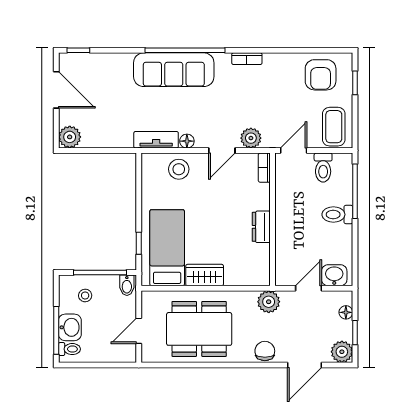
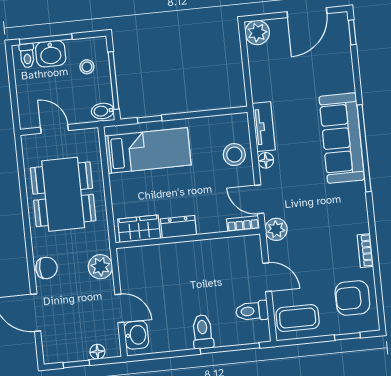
bookcase: (247, 59) -> (365, 251), moved
bookcase: (264, 168) -> (243, 224), moved
wall: (272, 219) -> (188, 238), moved
dresser: (261, 227) -> (178, 227), moved
wardrobe: (205, 275) -> (139, 229), moved, turned -90
plant: (342, 352) -> (54, 352), removed

